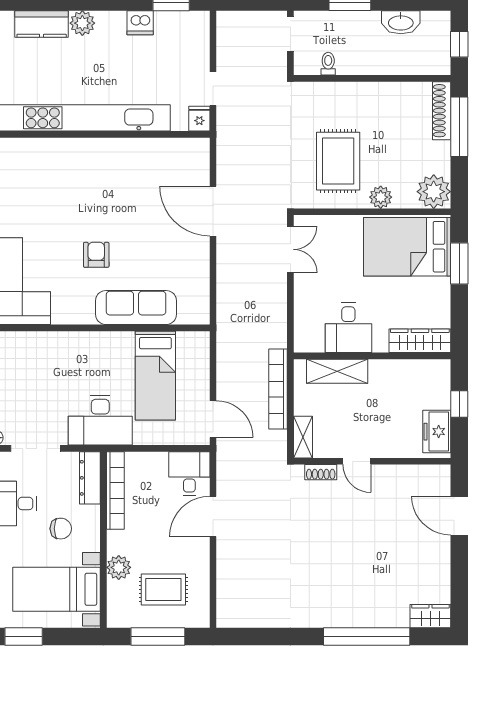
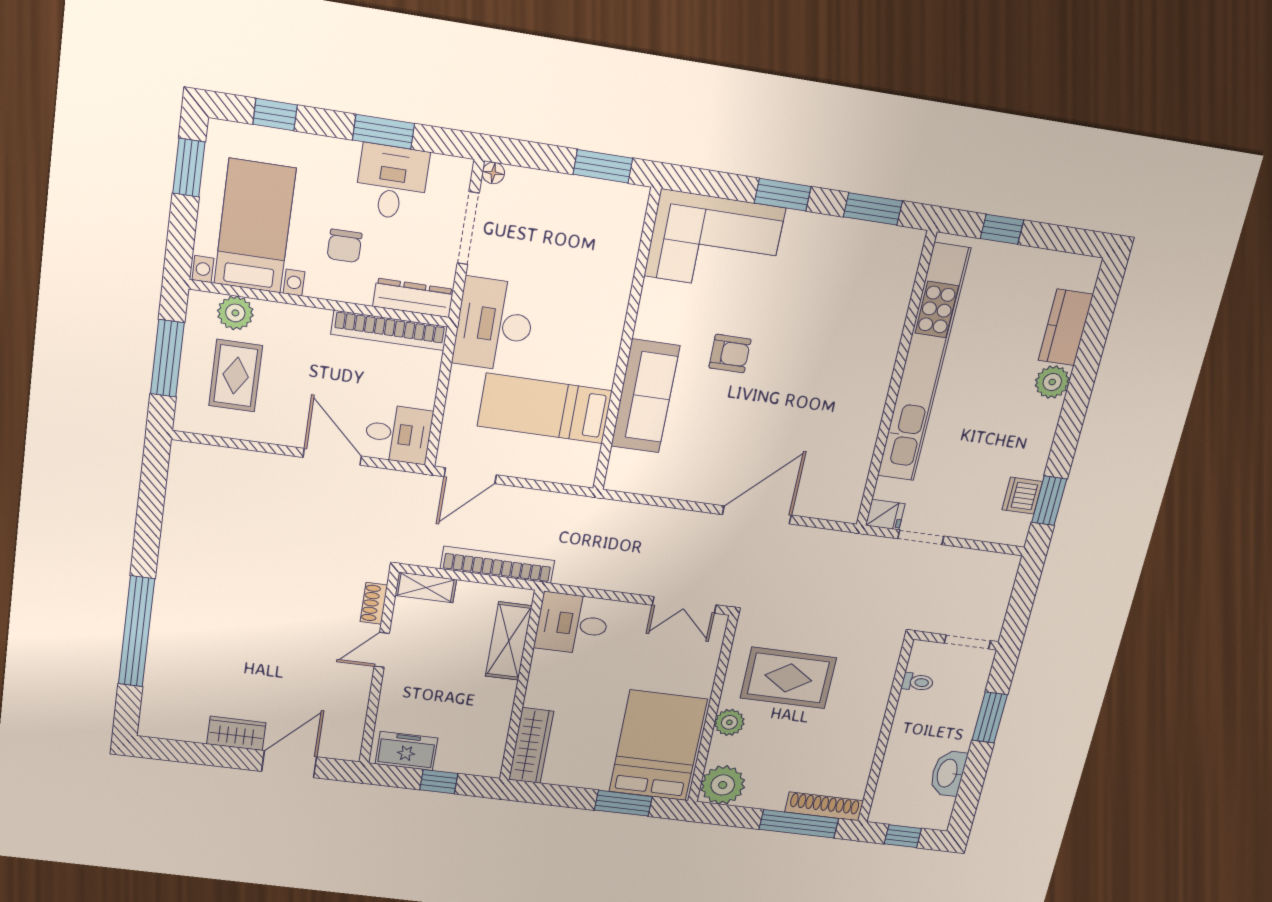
dishwasher: (140, 23) -> (1022, 496), moved
desk: (348, 328) -> (572, 624), moved
plant: (119, 567) -> (235, 313), moved
wardrobe: (430, 616) -> (236, 733), moved, turned -90

